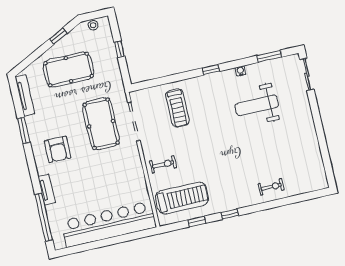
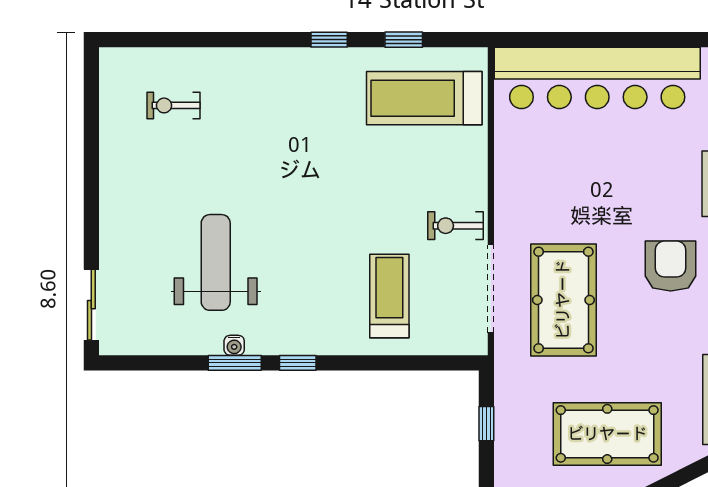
window: (119, 49) -> (486, 424), moved
window: (269, 56) -> (235, 363), moved
weight bench: (257, 105) -> (216, 262), turned -90
exercise bike: (163, 164) -> (456, 226), moved
exercise bike: (271, 187) -> (174, 105), moved

